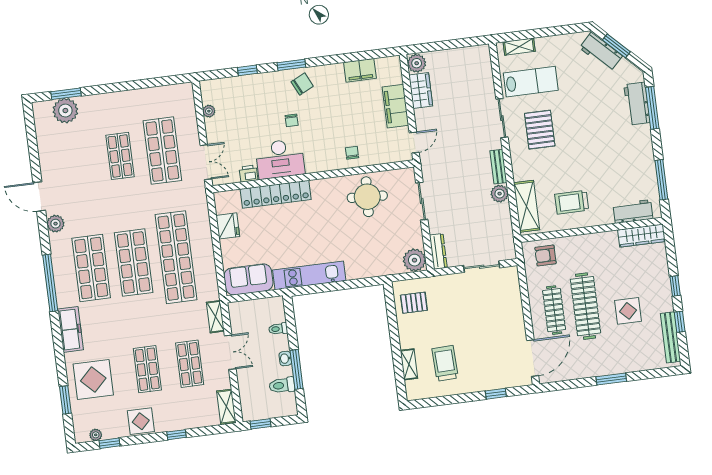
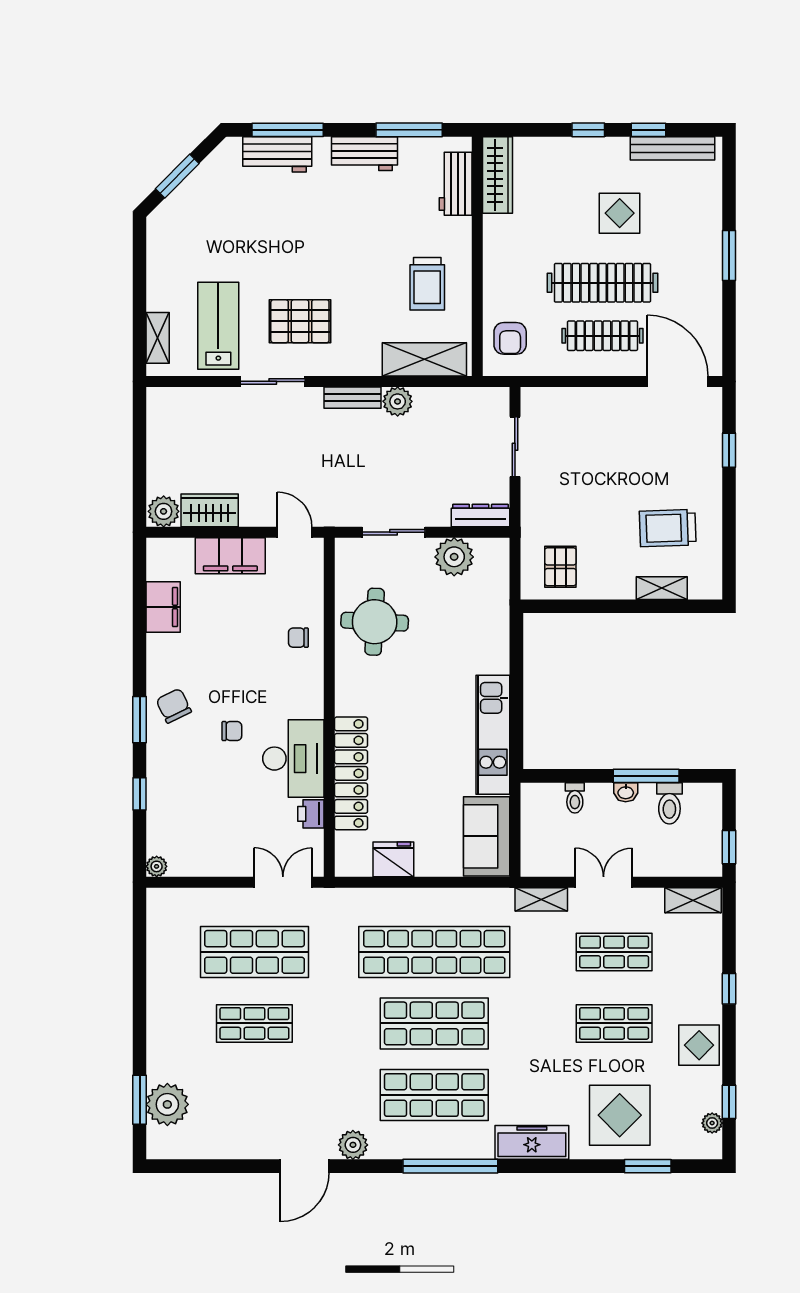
workbench: (601, 52) -> (364, 154), moved, turned 45
plant: (209, 111) -> (157, 866), moved
plant: (414, 260) -> (454, 557), moved

